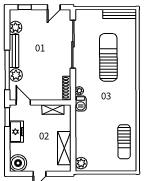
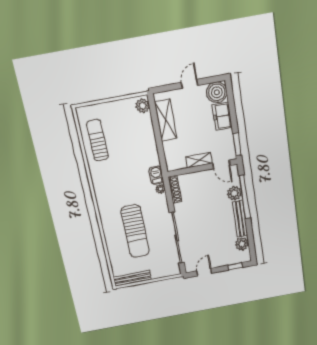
shelving: (53, 110) -> (199, 160), moved
freezer: (16, 132) -> (222, 116), moved

